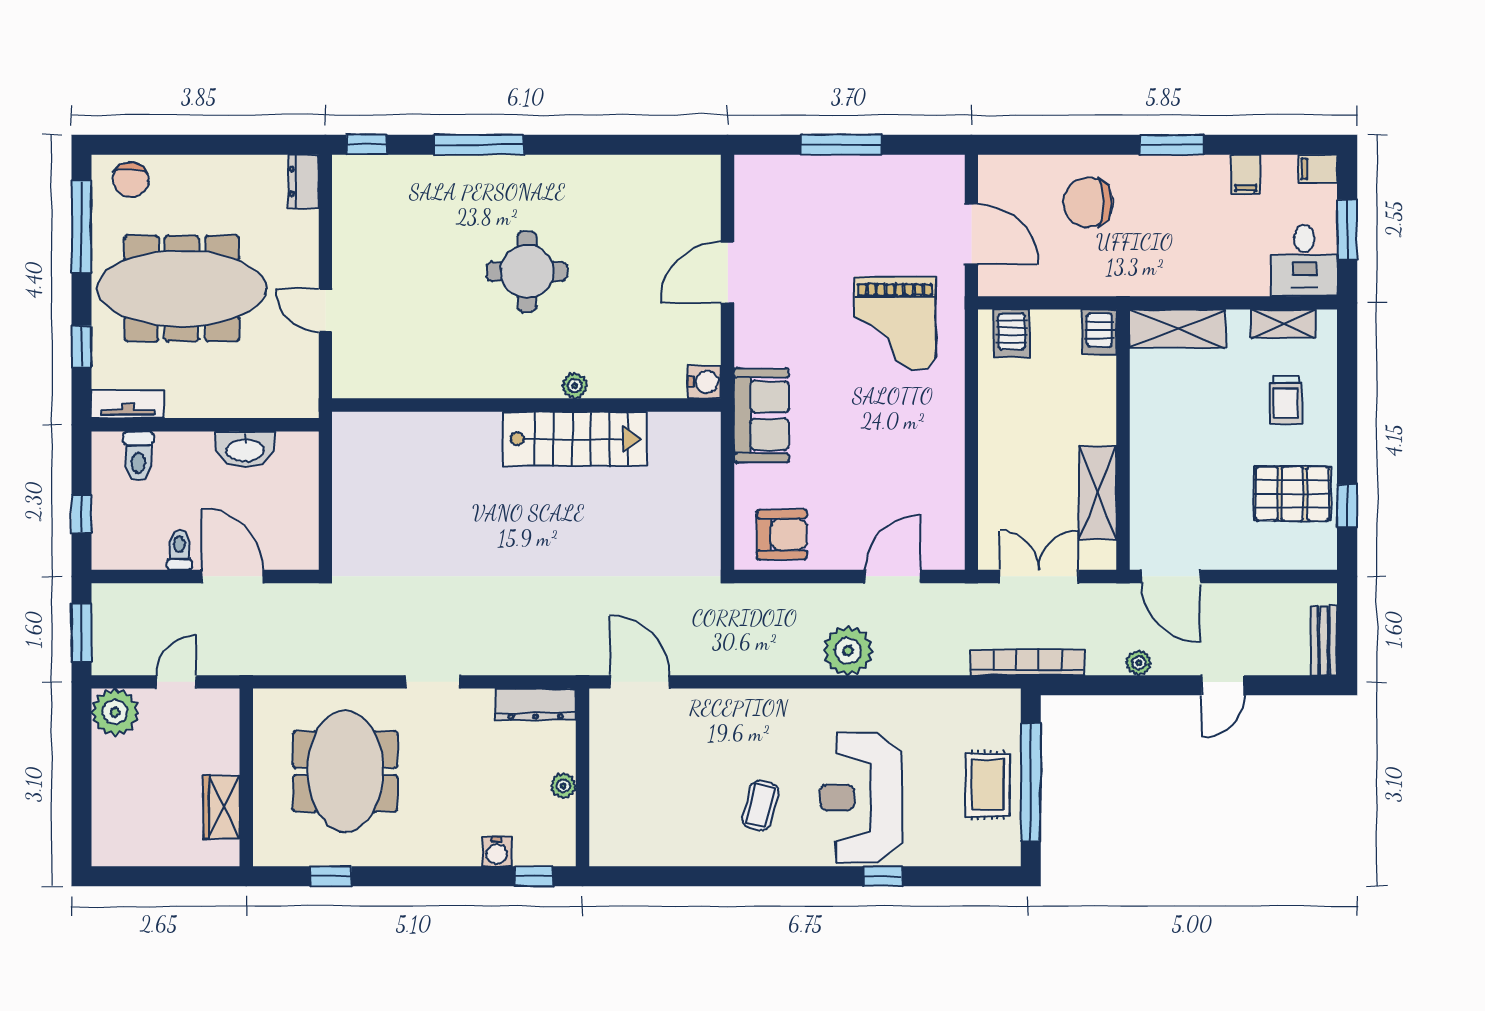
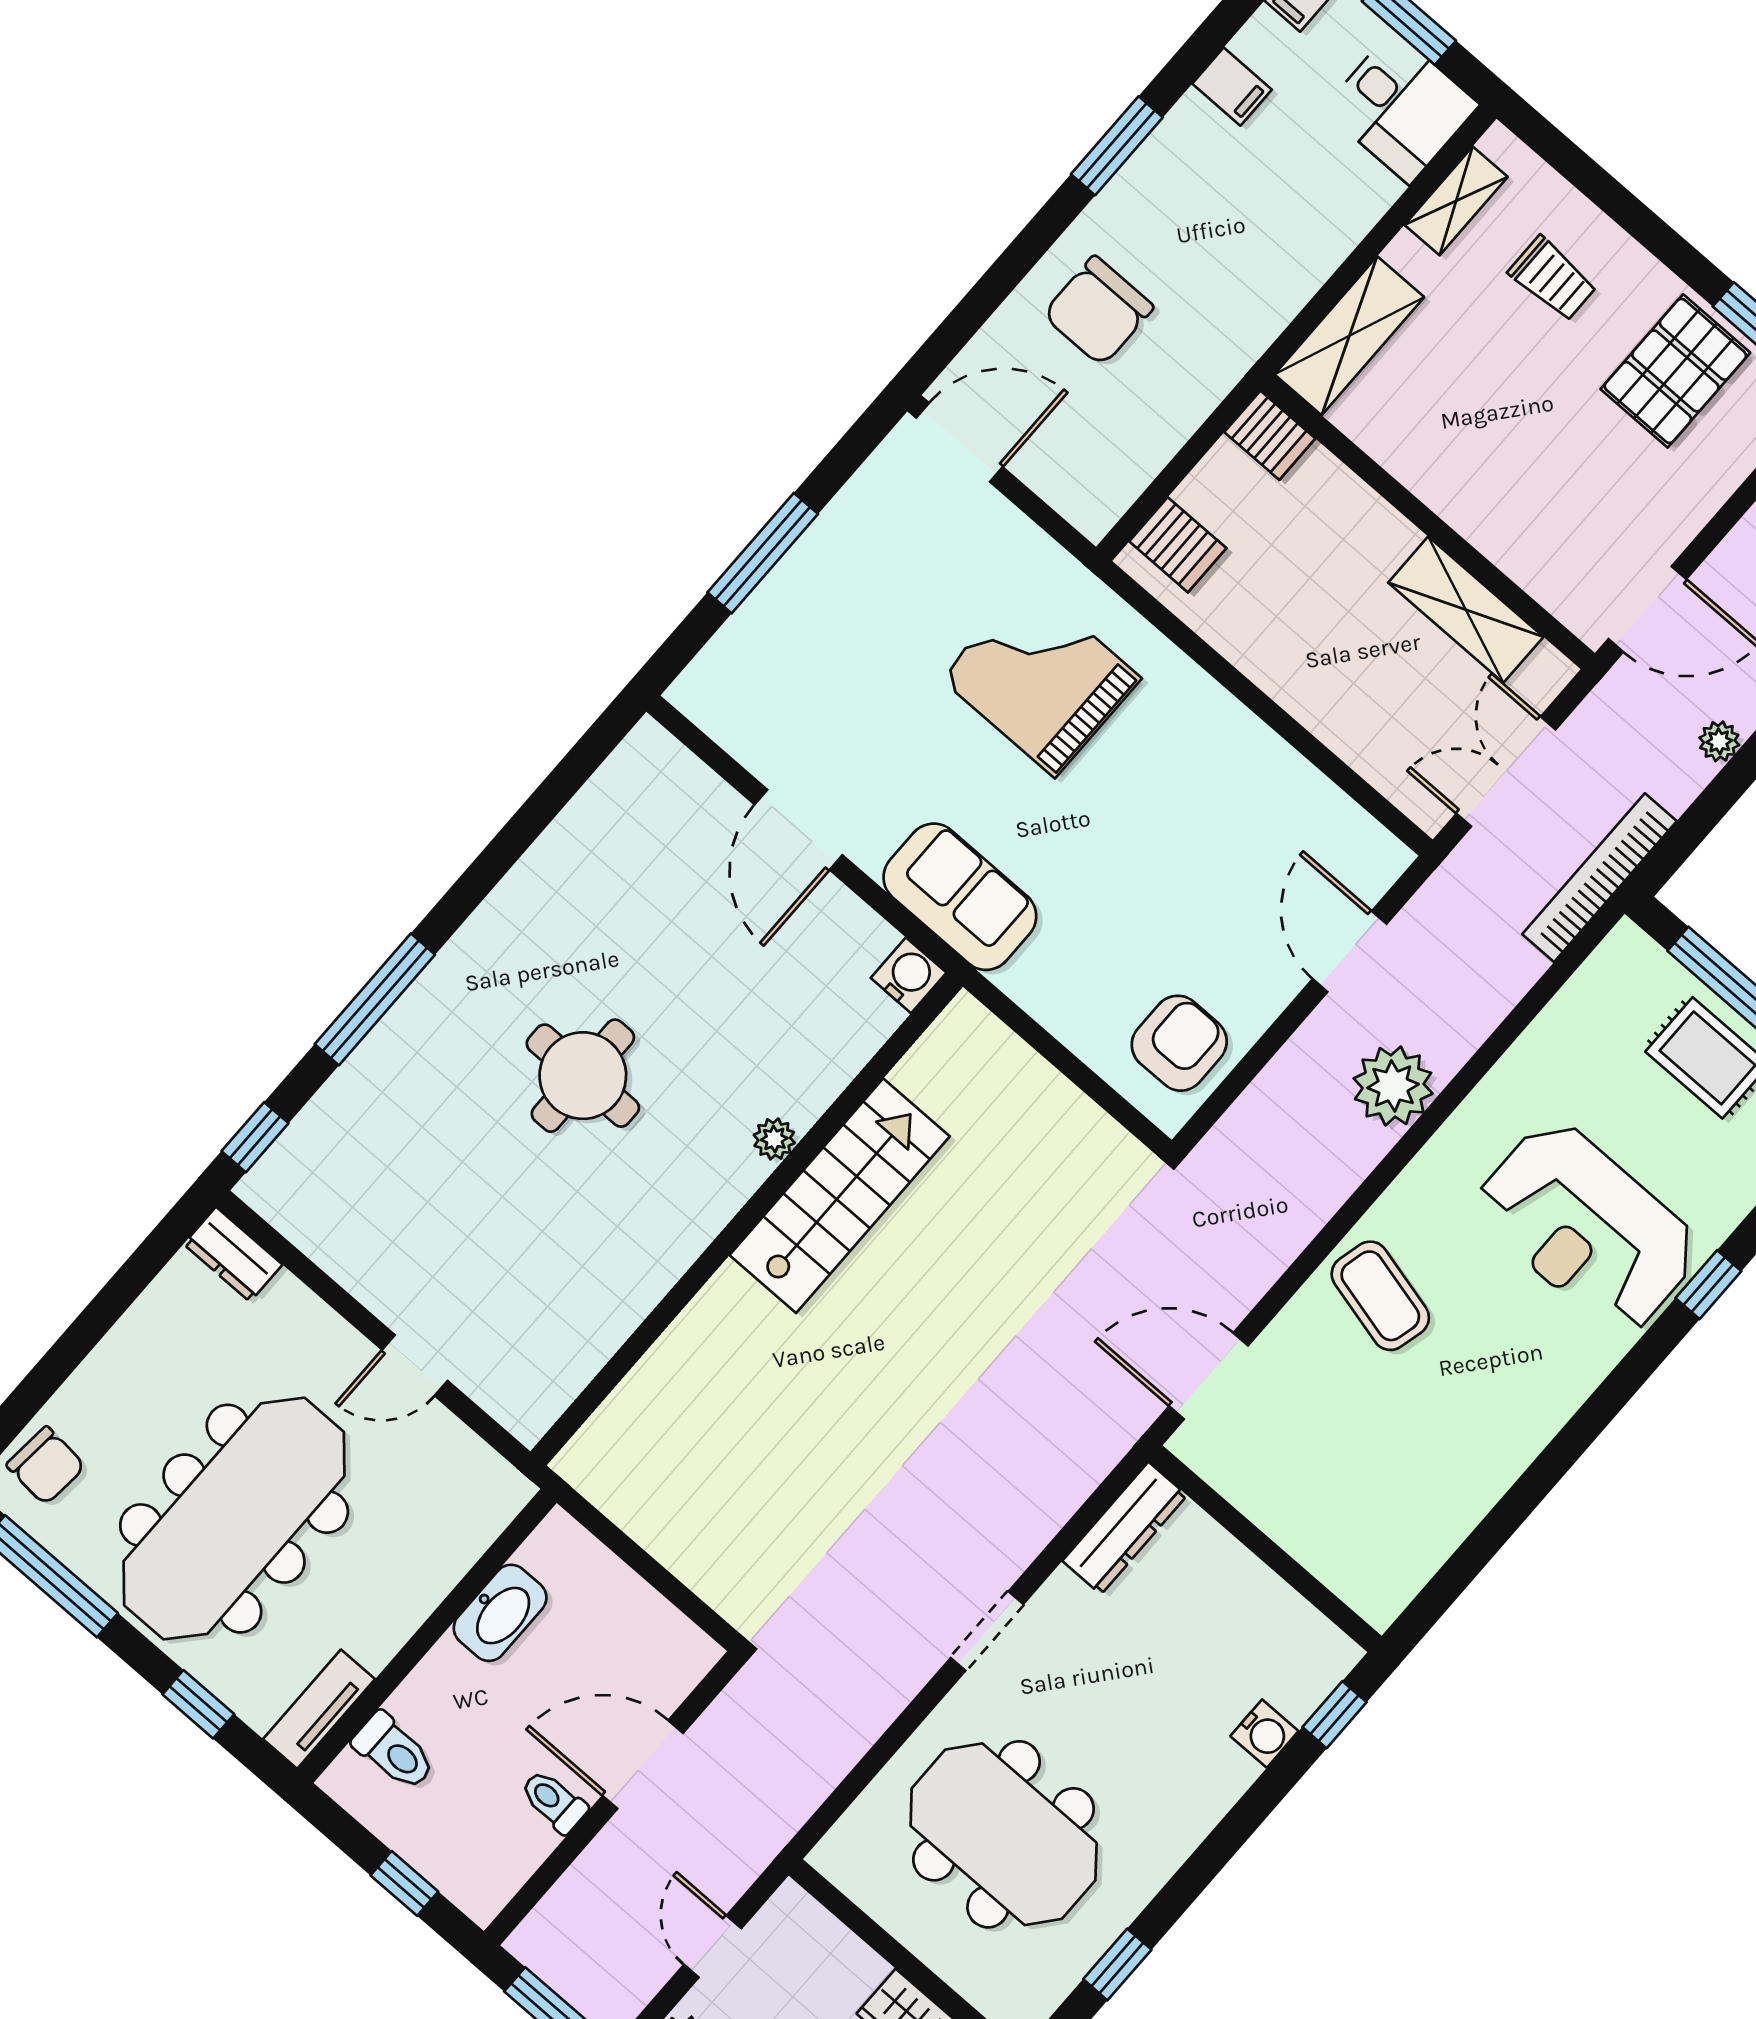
door: (971, 234) -> (959, 442), moved
grand piano: (895, 324) -> (1041, 678), turned 180
sofa: (761, 416) -> (960, 897), moved
plant: (563, 786) -> (1255, 1581), removed
coffee table: (760, 806) -> (1380, 1296), moved, width x1.36, depth x1.30

